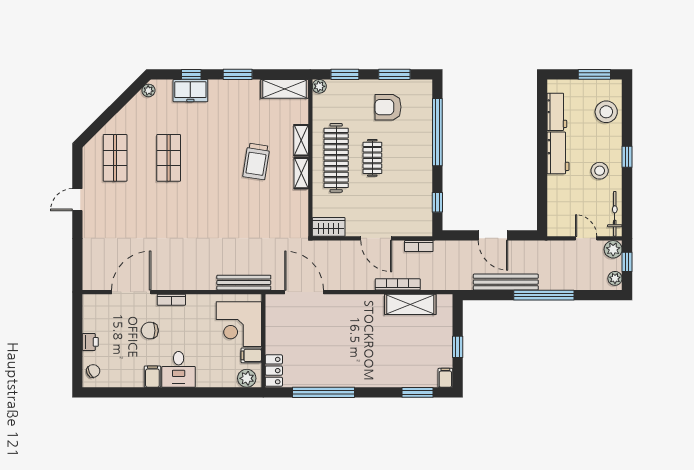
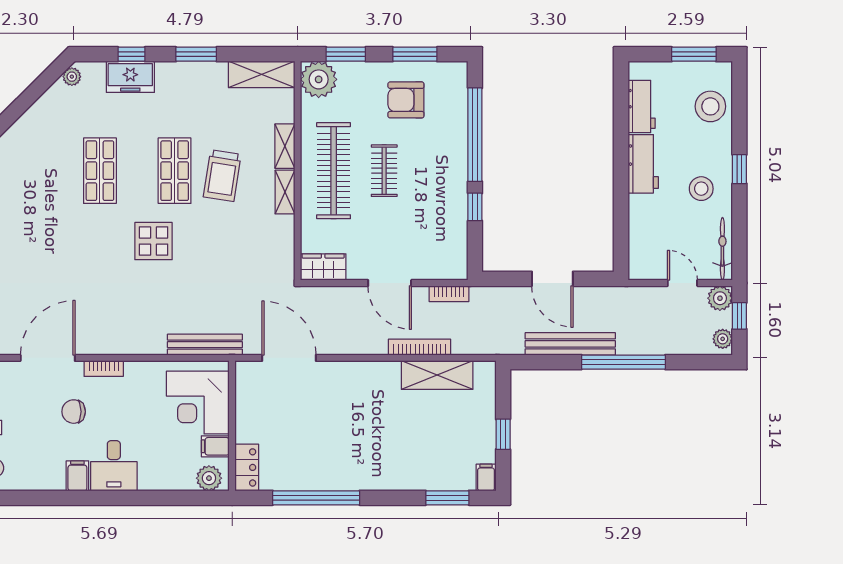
plant: (319, 86) -> (319, 79), width x1.87, depth x1.87
shop shelf: (115, 158) -> (175, 171), moved
window: (437, 202) -> (475, 207), moved
display table: (207, 208) -> (153, 241), added

